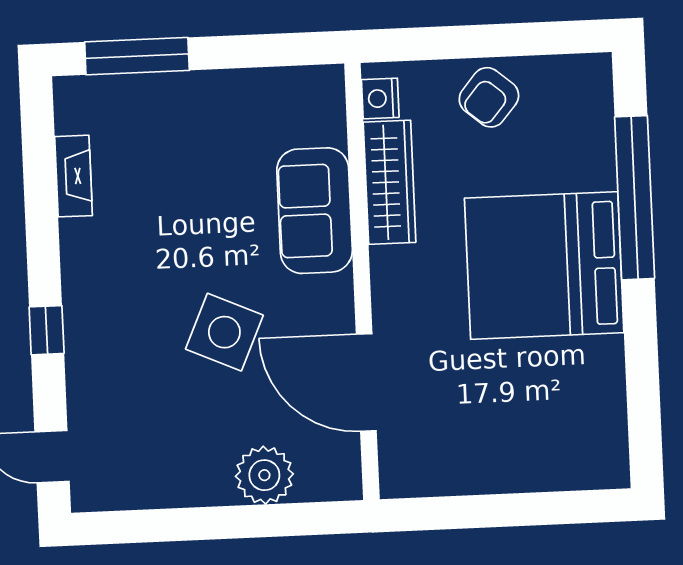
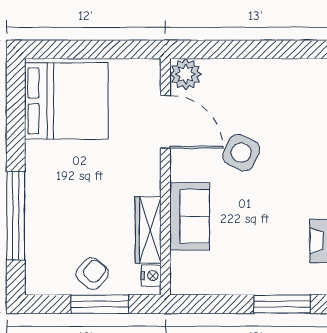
window: (473, 42) -> (100, 304), added
bed: (544, 265) -> (66, 101), moved
plant: (264, 475) -> (186, 74), moved

